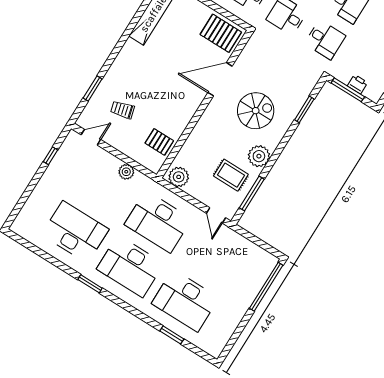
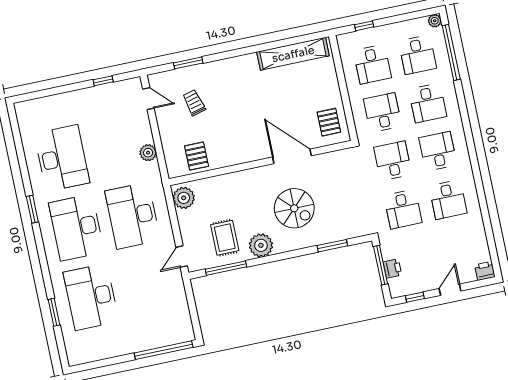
pallet: (221, 33) -> (329, 122), width x0.67, depth x0.71

